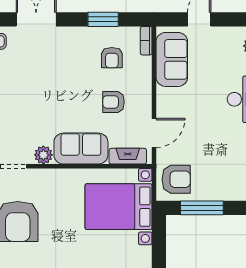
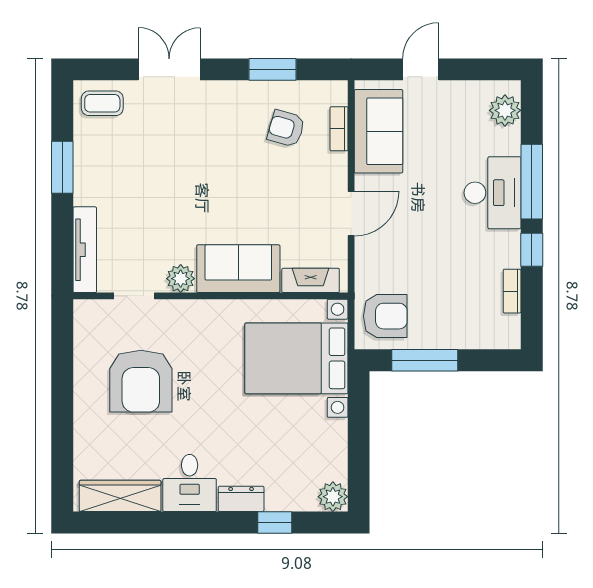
bookcase: (146, 41) -> (339, 129), moved
armchair: (112, 58) -> (286, 128), turned 106
armchair: (114, 102) -> (289, 197), removed
door: (154, 133) -> (351, 214), moved

